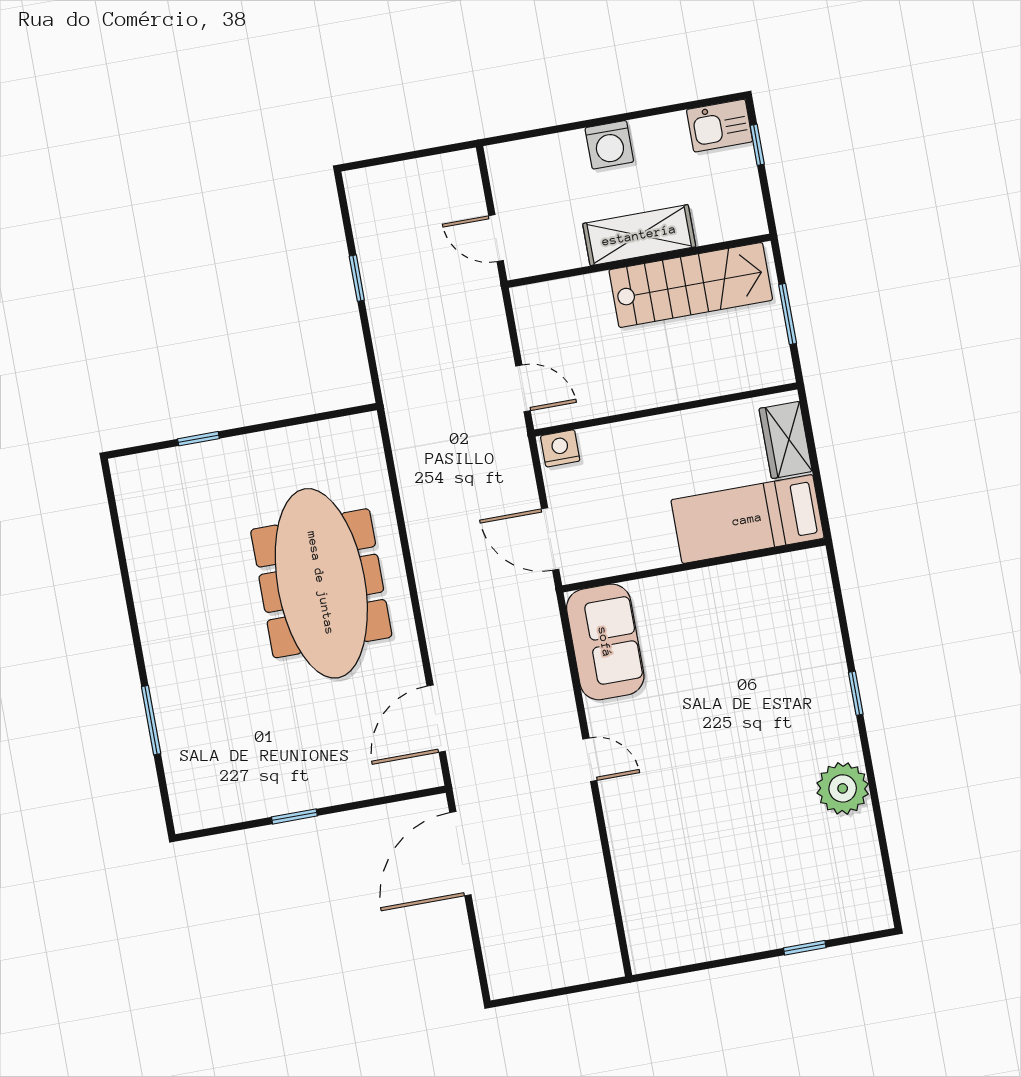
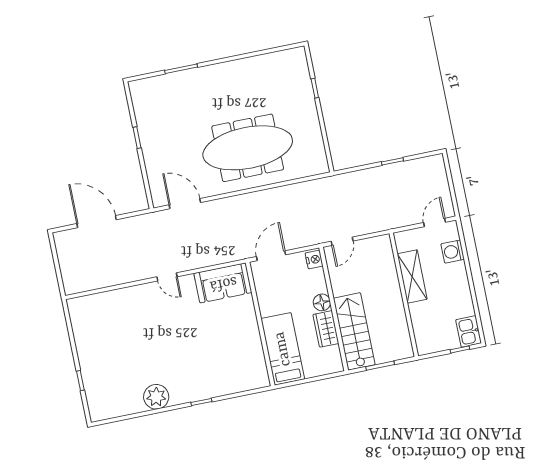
washing machine: (609, 145) -> (453, 252), moved
shelving: (639, 235) -> (412, 276), moved
door: (496, 238) -> (435, 222), moved
stairs: (691, 285) -> (354, 331), moved, turned 180
floor lamp: (651, 434) -> (322, 302), added
wardrobe: (786, 440) -> (326, 329), moved, turned -90
door: (590, 760) -> (167, 277), hinge flipped
door: (460, 854) -> (97, 222), moved

